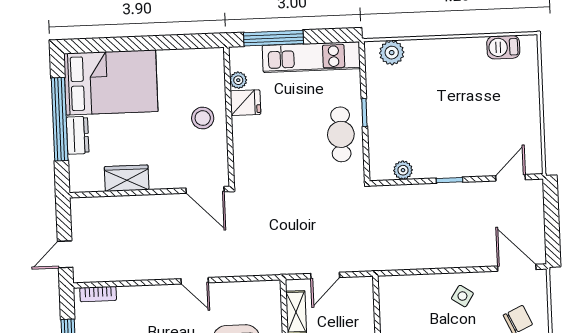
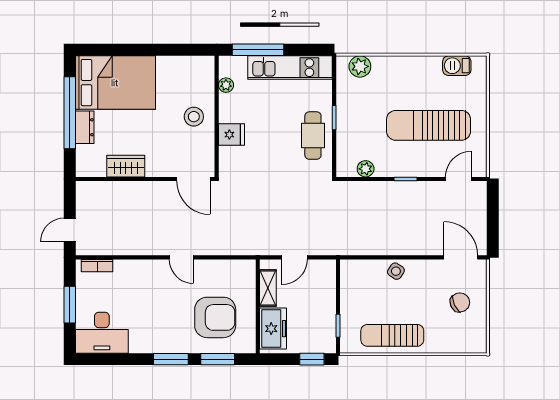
fridge: (245, 103) -> (231, 135), moved
sun lounger: (473, 117) -> (429, 125), added
side table: (462, 296) -> (396, 271), moved

